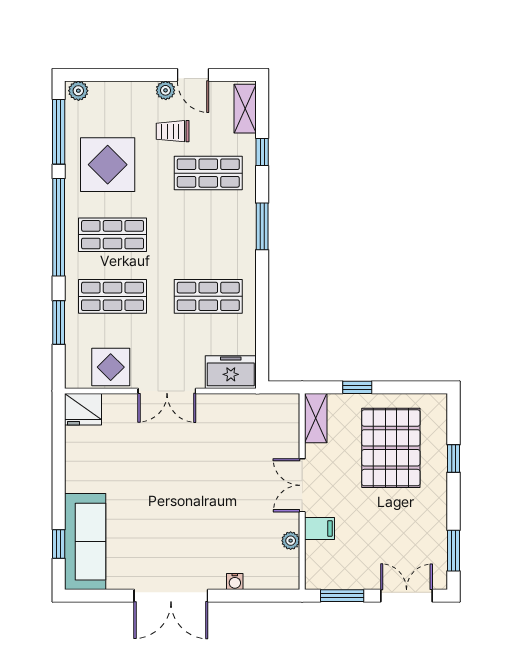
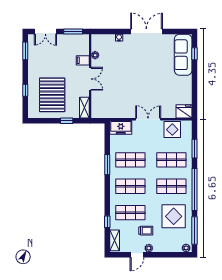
door: (193, 75) -> (137, 255), swing flipped
window: (262, 226) -> (107, 165), moved
shop shelf: (208, 235) -> (130, 186), added

